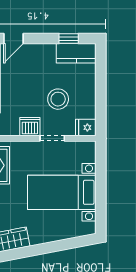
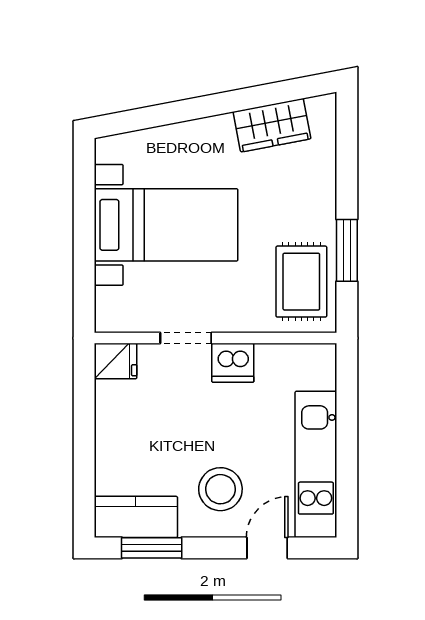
window: (69, 39) -> (152, 548), width x1.50
stool: (58, 99) -> (220, 489), moved

